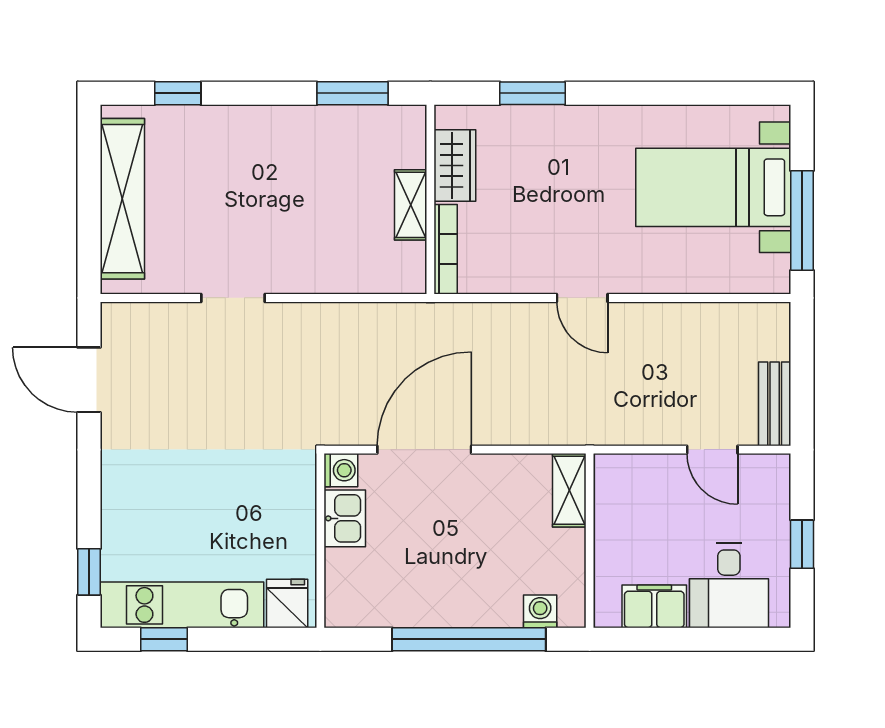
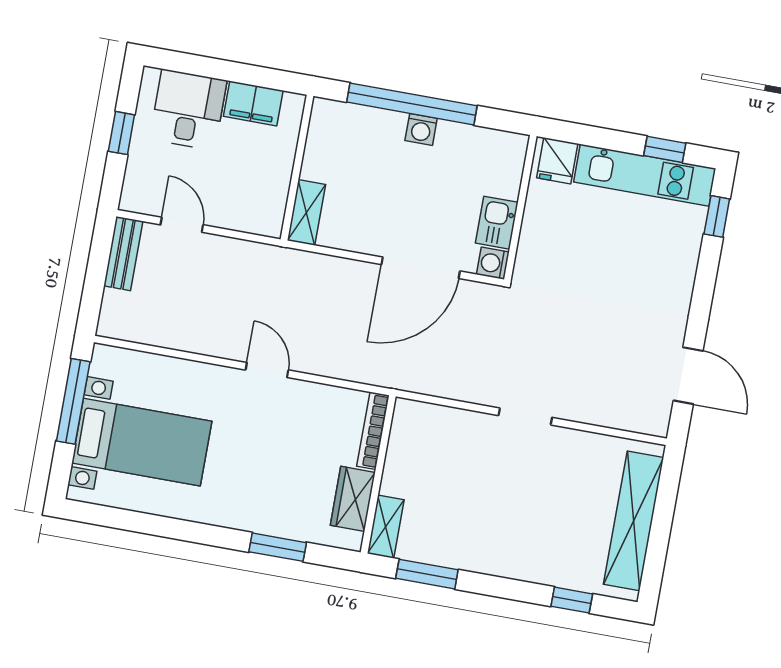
shelving: (411, 205) -> (386, 527), moved
doorway: (233, 298) -> (525, 416), moved
washing machine: (540, 611) -> (421, 129), moved

